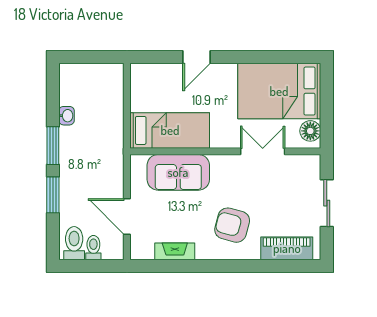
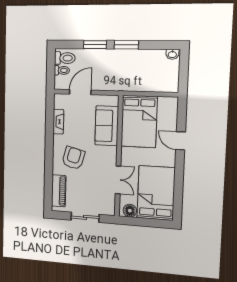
washbasin: (67, 116) -> (172, 54), moved
bed: (170, 130) -> (139, 122), width x1.50

